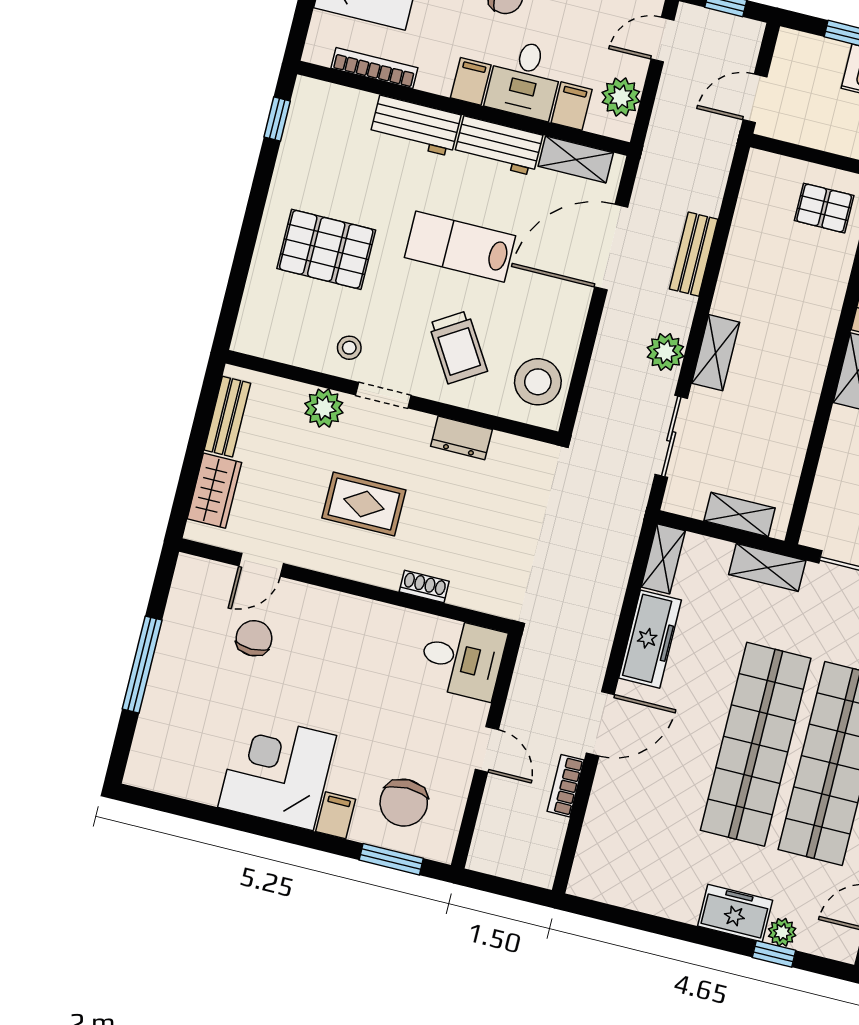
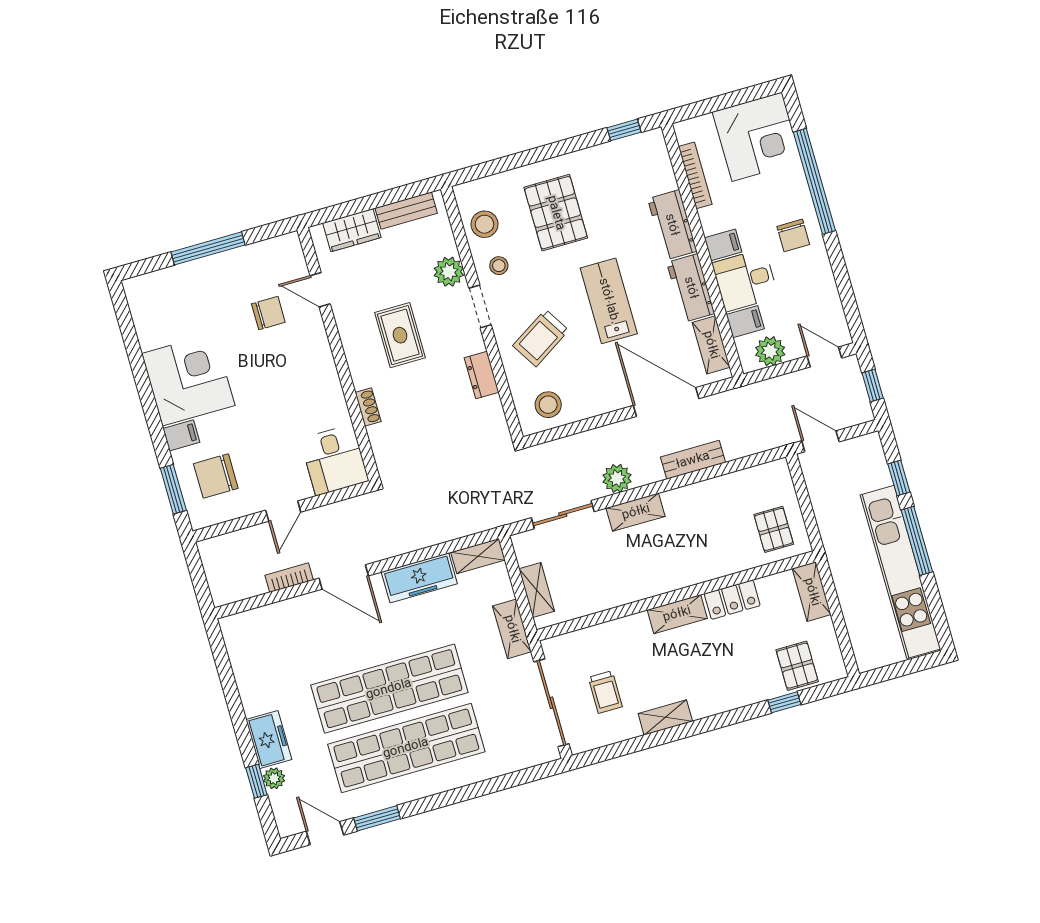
stool: (293, 337) -> (484, 224), added
stool: (538, 382) -> (548, 405), width x0.73, depth x0.73

